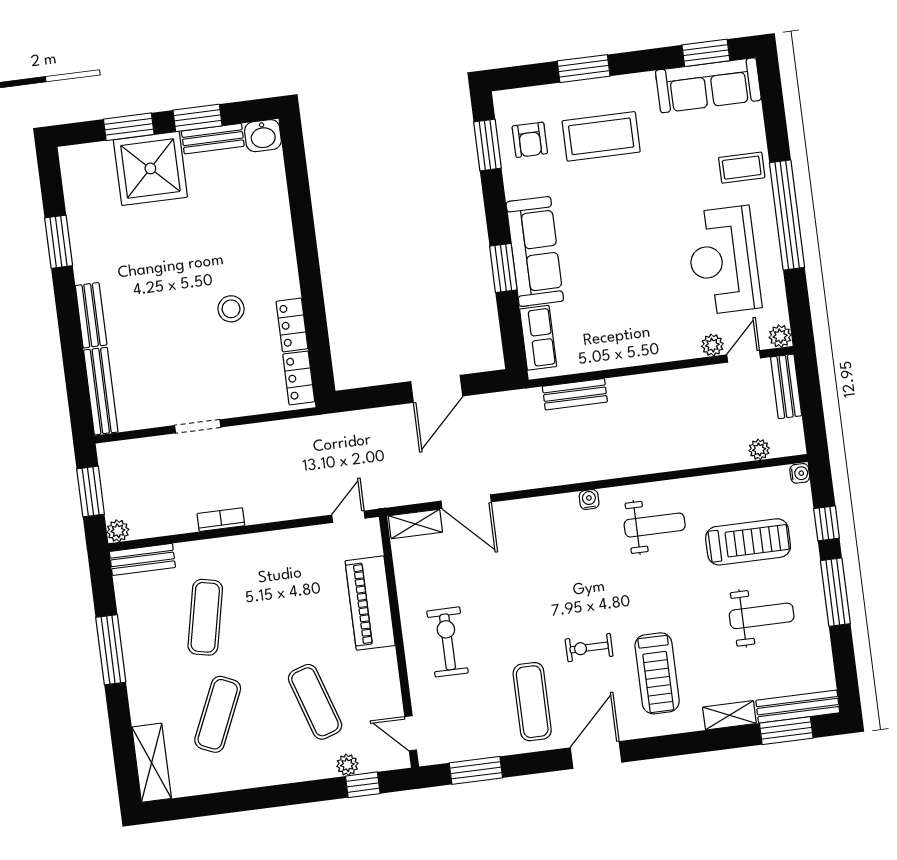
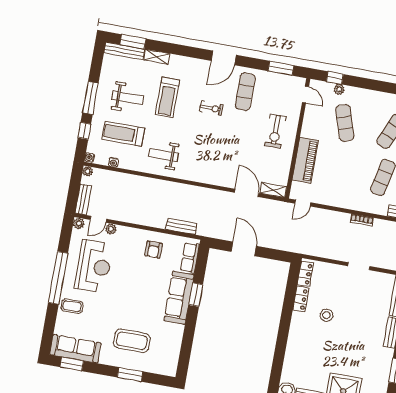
armchair: (530, 140) -> (153, 250), moved, turned 180
window: (488, 145) -> (185, 353), removed
door: (437, 389) -> (244, 249), hinge flipped
plant: (759, 449) -> (88, 171), moved
water cooler: (589, 499) -> (113, 162), moved
weight bench: (762, 616) -> (128, 98), turned 180
treadmill: (657, 673) -> (167, 97), moved, turned 180

